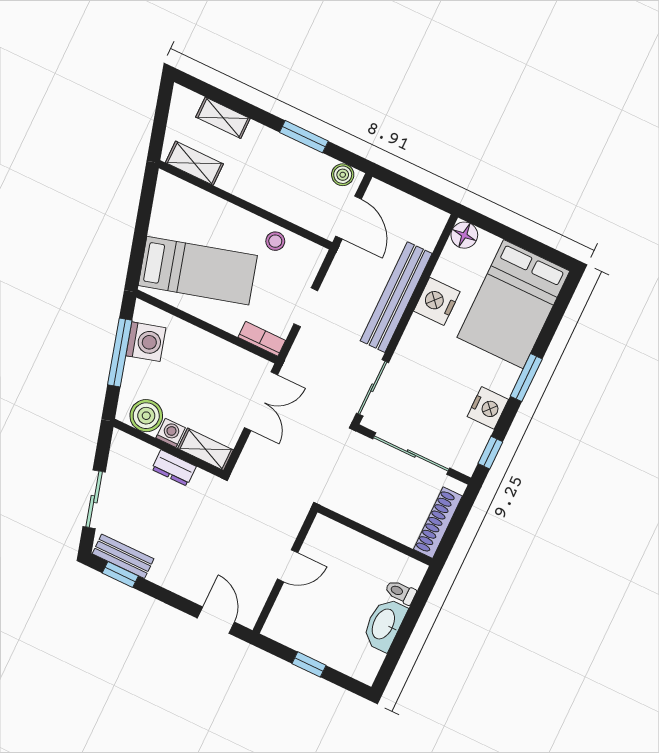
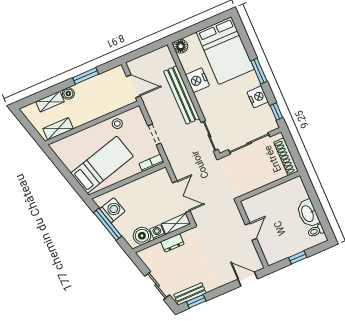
boiler: (343, 175) -> (68, 94), moved
double door: (261, 401) -> (181, 197), moved
toilet: (401, 592) -> (316, 231), moved

